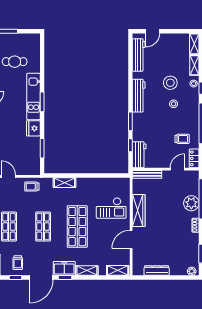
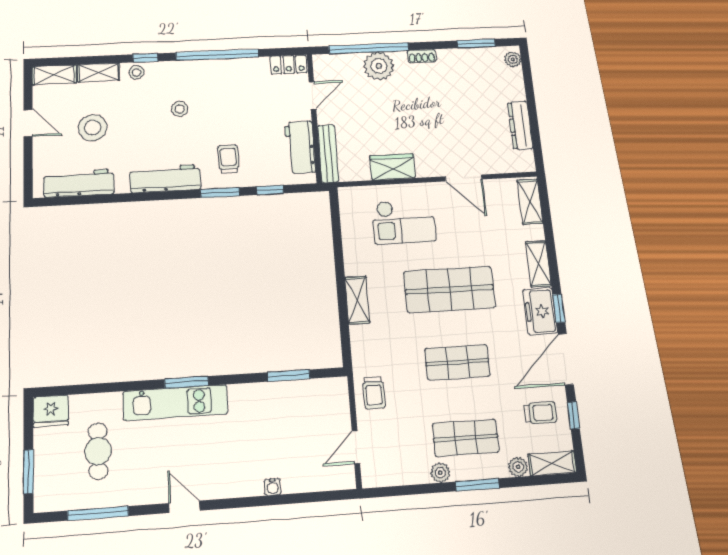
door: (153, 31) -> (28, 123), moved
stool: (170, 83) -> (93, 128), moved
fridge: (33, 128) -> (51, 411), moved
trolley: (182, 139) -> (228, 159), moved
workbench: (139, 155) -> (300, 147), moved, turned -90
door: (177, 169) -> (313, 95), swing flipped
shelving: (64, 183) -> (357, 300), moved
checkout: (111, 208) -> (404, 222), turned 90
wardrobe: (139, 211) -> (392, 167), width x0.67
door: (41, 278) -> (566, 359), swing flipped

